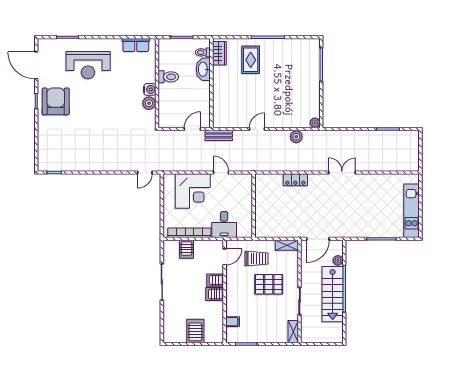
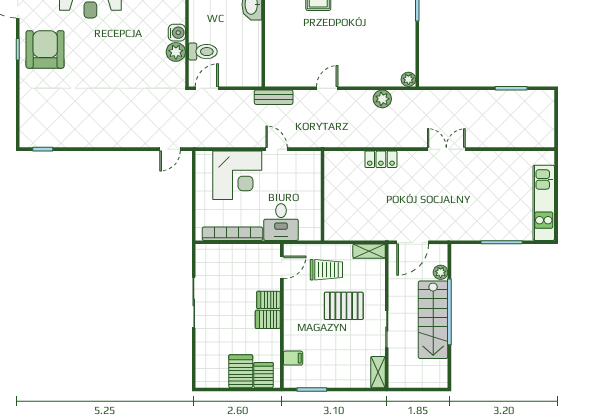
toilet: (168, 77) -> (203, 52), moved
door: (192, 129) -> (207, 88), moved
server rack: (186, 249) -> (264, 375), moved, turned 180

